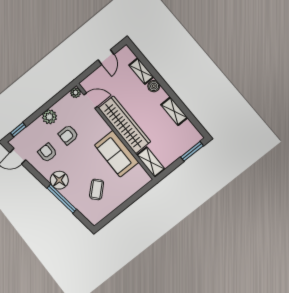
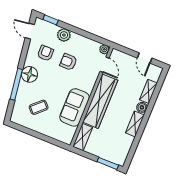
door: (106, 57) -> (145, 58), hinge flipped
shelving: (174, 111) -> (135, 124), moved
plant: (49, 117) -> (64, 35), moved

